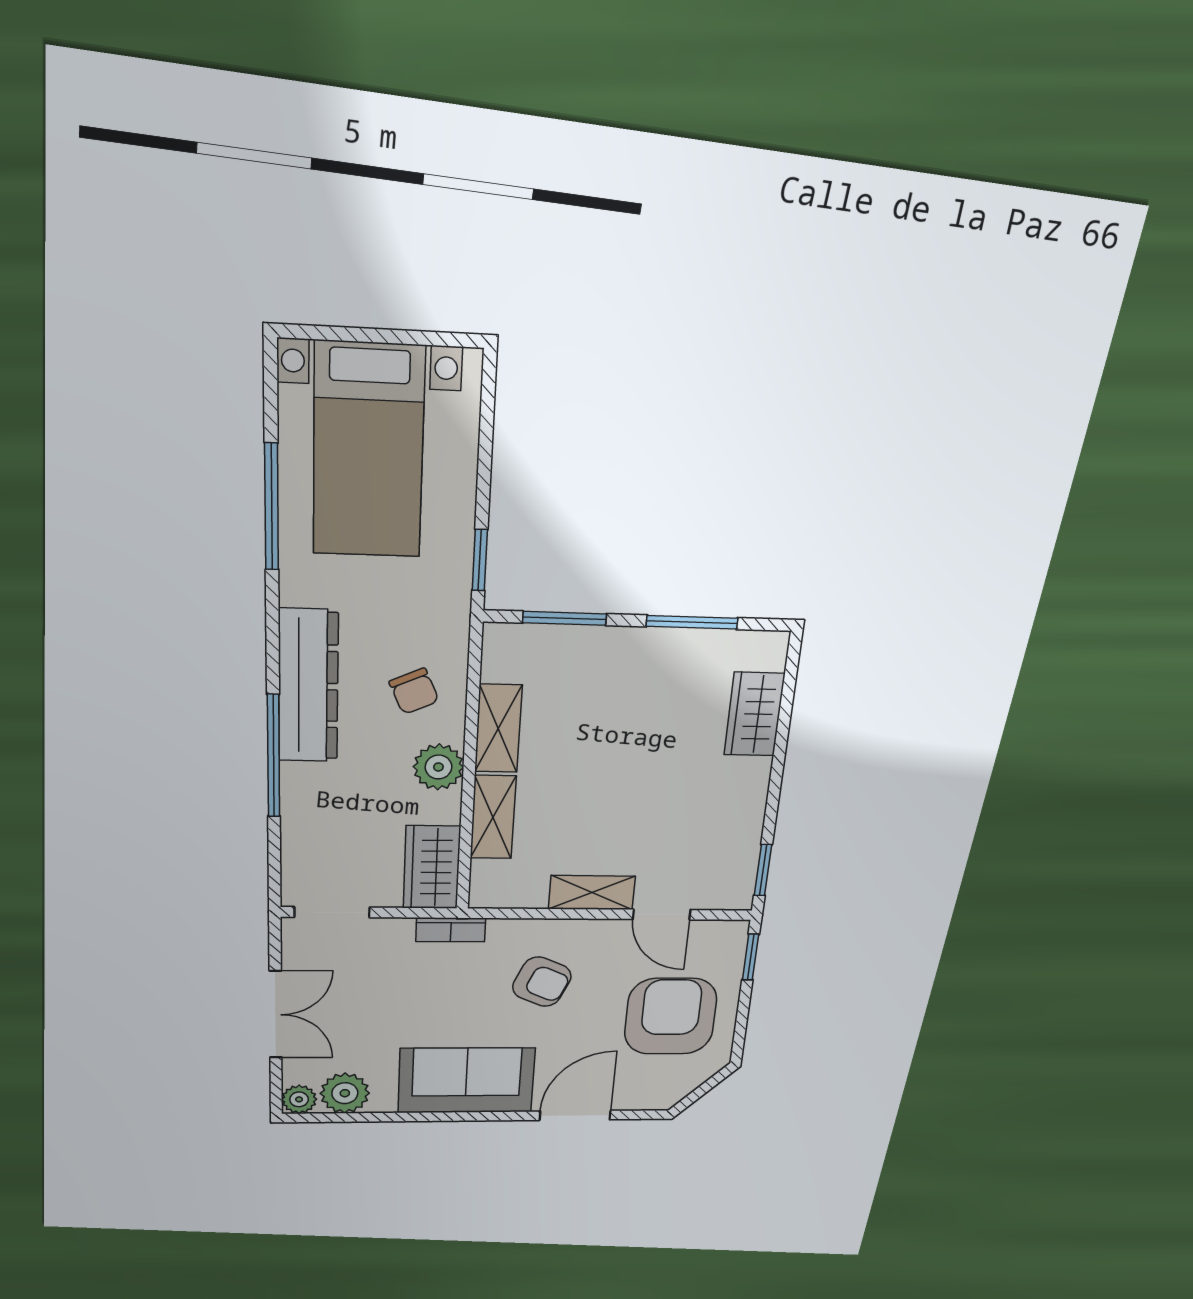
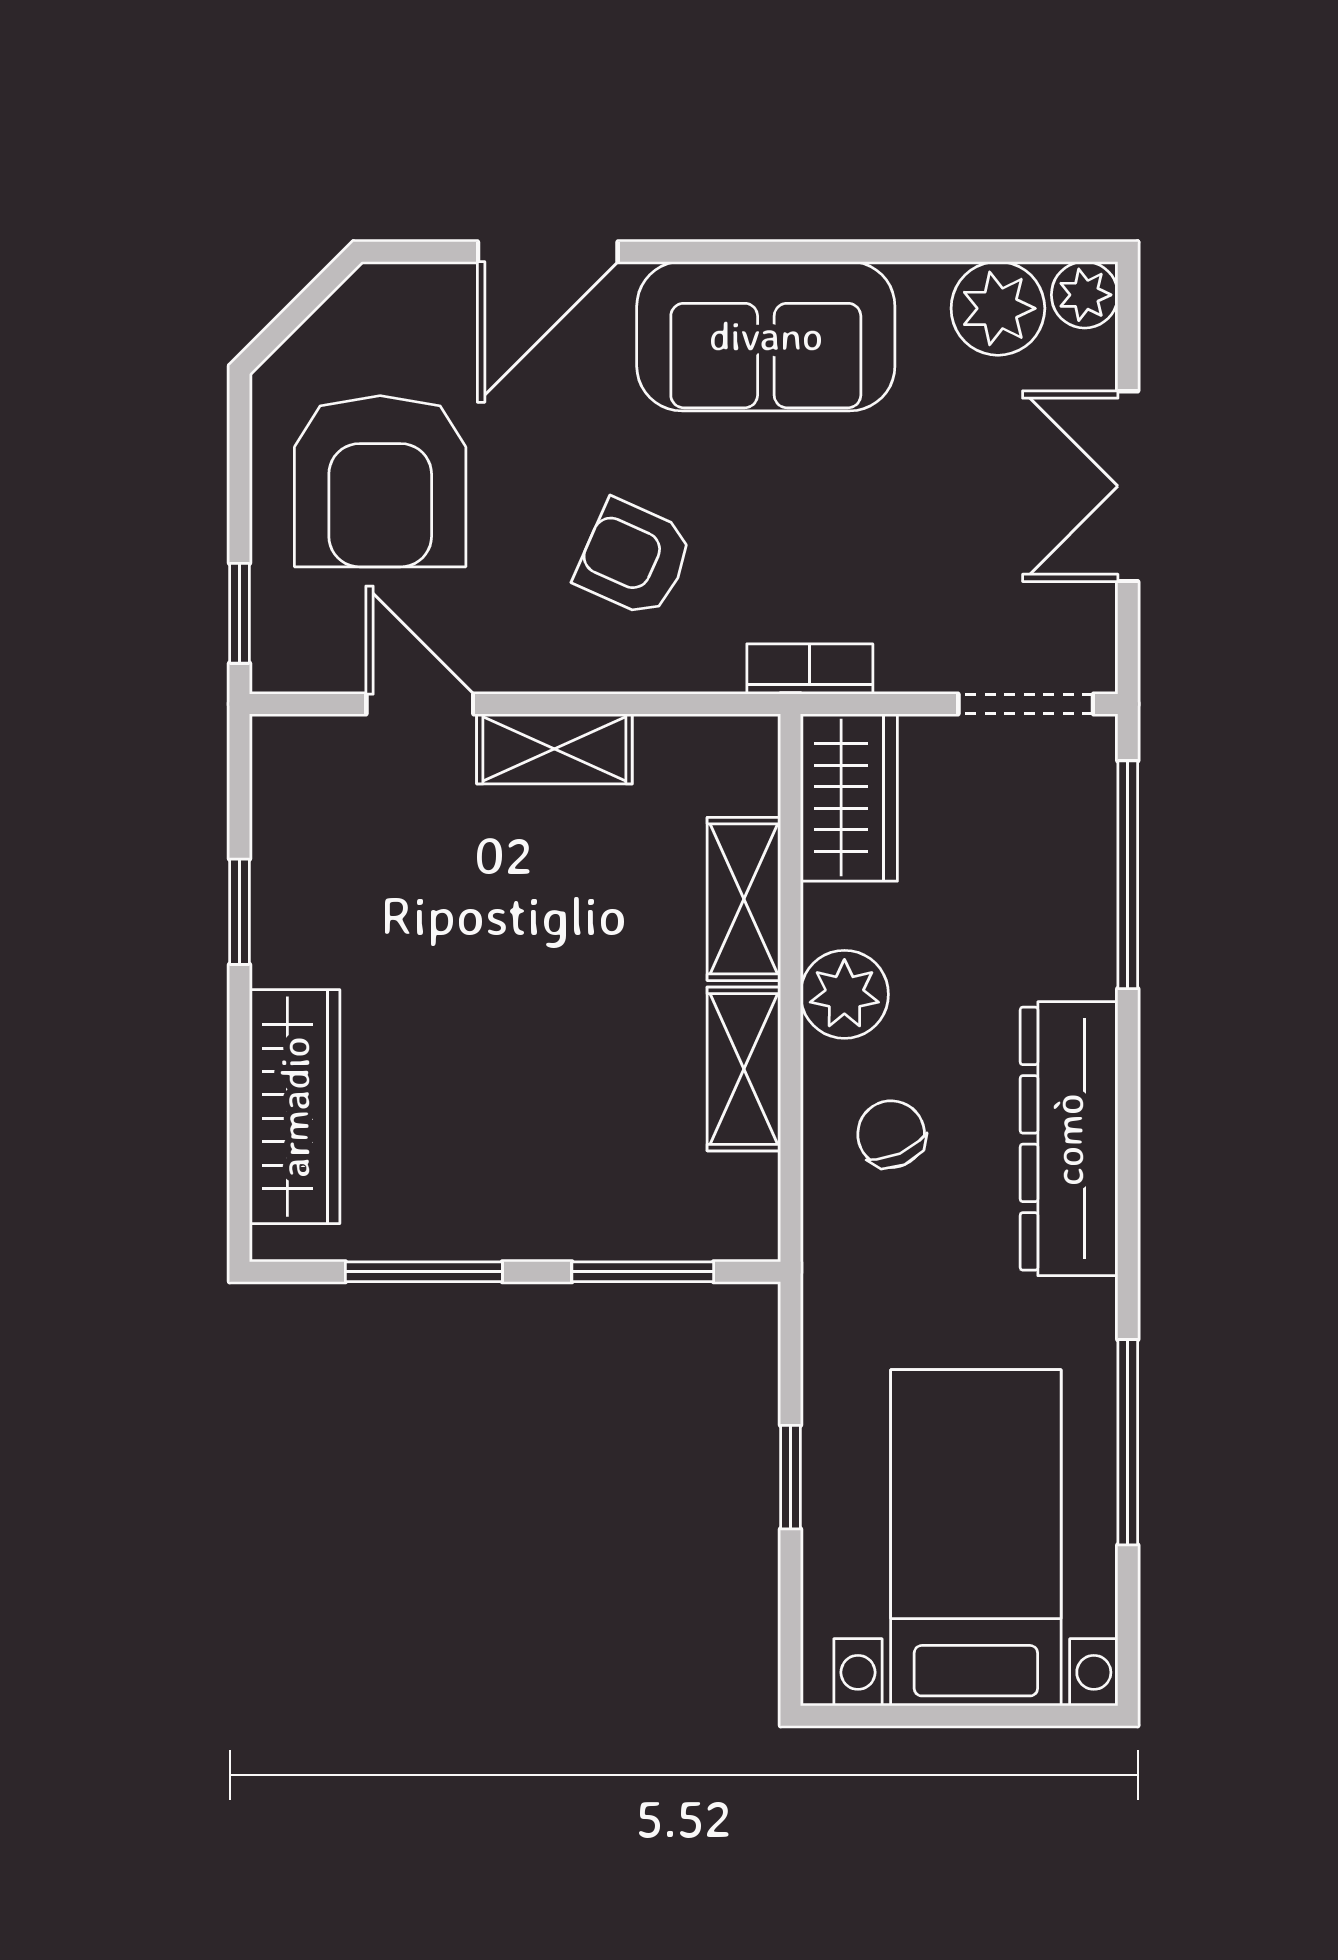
window: (480, 560) -> (791, 1477), moved
wardrobe: (754, 714) -> (295, 1107), width x1.50
window: (274, 756) -> (1128, 875), moved
window: (763, 870) -> (239, 912), moved

